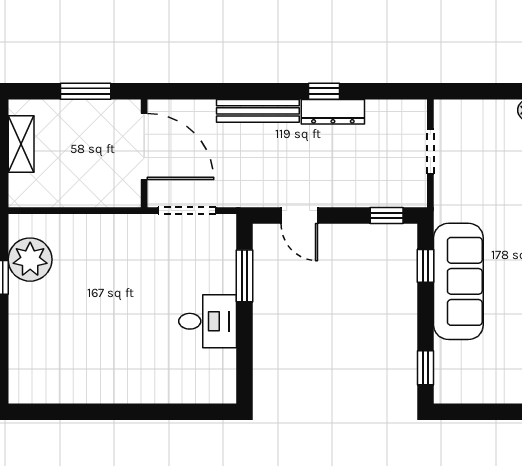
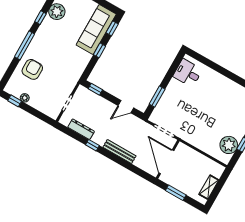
dresser: (333, 112) -> (81, 129), moved
door: (299, 216) -> (126, 107), swing flipped
window: (425, 266) -> (100, 50), moved
sofa: (458, 281) -> (96, 30), moved
desk: (208, 321) -> (188, 73), moved

